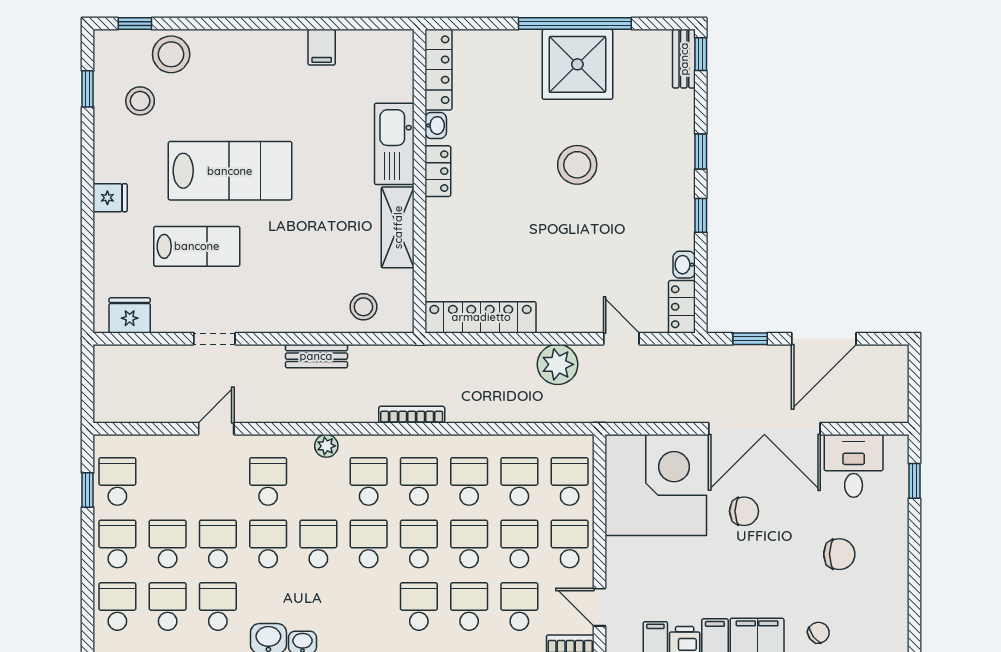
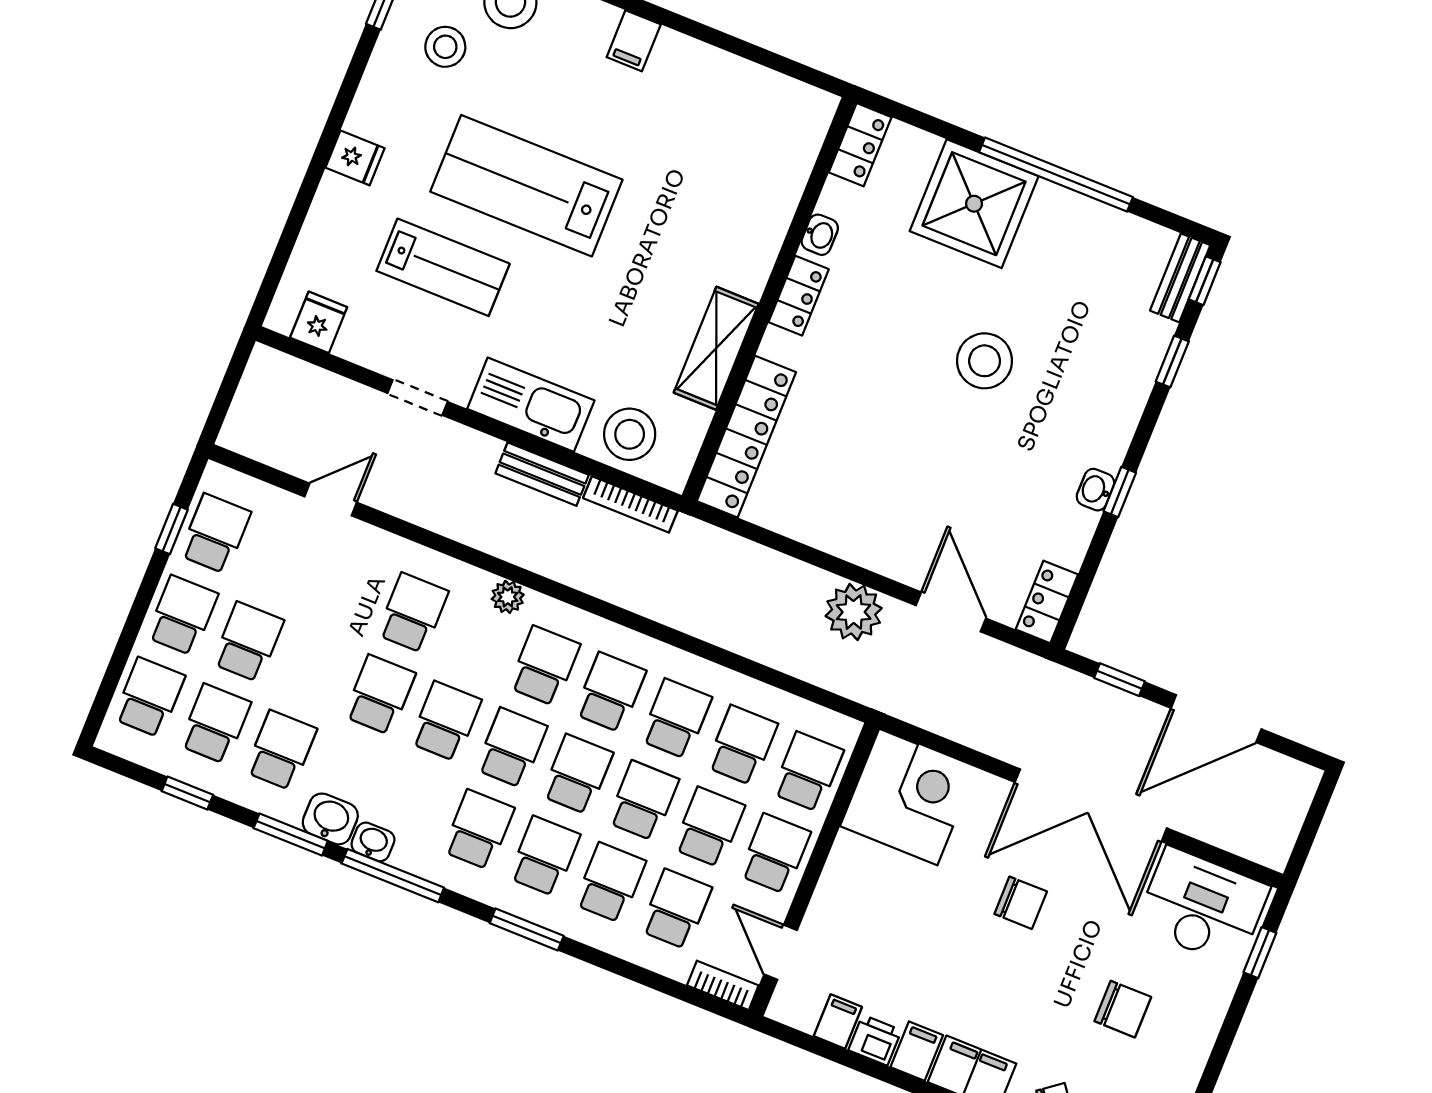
filing cabinet: (322, 47) -> (634, 41), moved
shower: (577, 64) -> (974, 204), moved
locker: (438, 70) -> (860, 145), width x0.66
kitchen sink: (394, 144) -> (531, 405), moved, turned 90
window: (701, 152) -> (1172, 361), moved
lab bench: (230, 171) -> (526, 186), turned 180
washbasin: (684, 265) -> (1095, 490), moved
stool: (363, 307) -> (630, 434), width x1.38, depth x1.38
fridge: (130, 315) -> (319, 322), width x0.72
locker: (481, 317) -> (746, 437), moved, turned 90
door: (621, 339) -> (951, 612), width x1.38
bookcase: (412, 415) -> (630, 504), moved, turned 180
door: (216, 429) -> (331, 500), moved
desk: (854, 466) -> (1202, 907), width x1.37
corner desk: (656, 485) -> (908, 797), width x0.74, depth x0.74
school desk: (218, 544) -> (478, 830), moved

